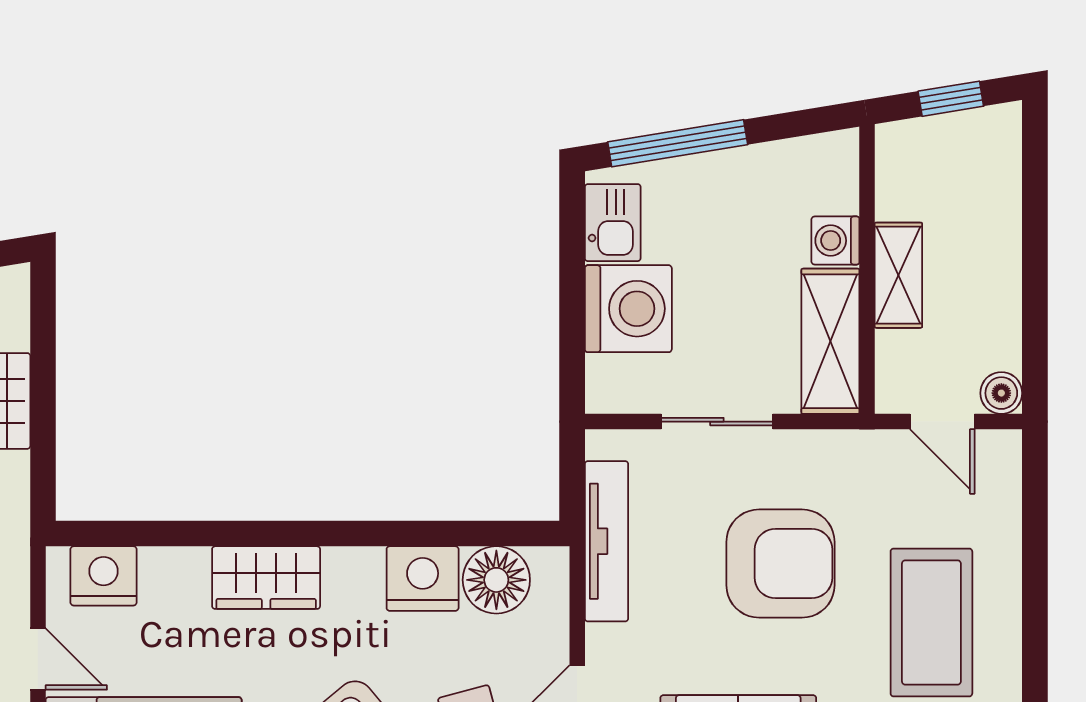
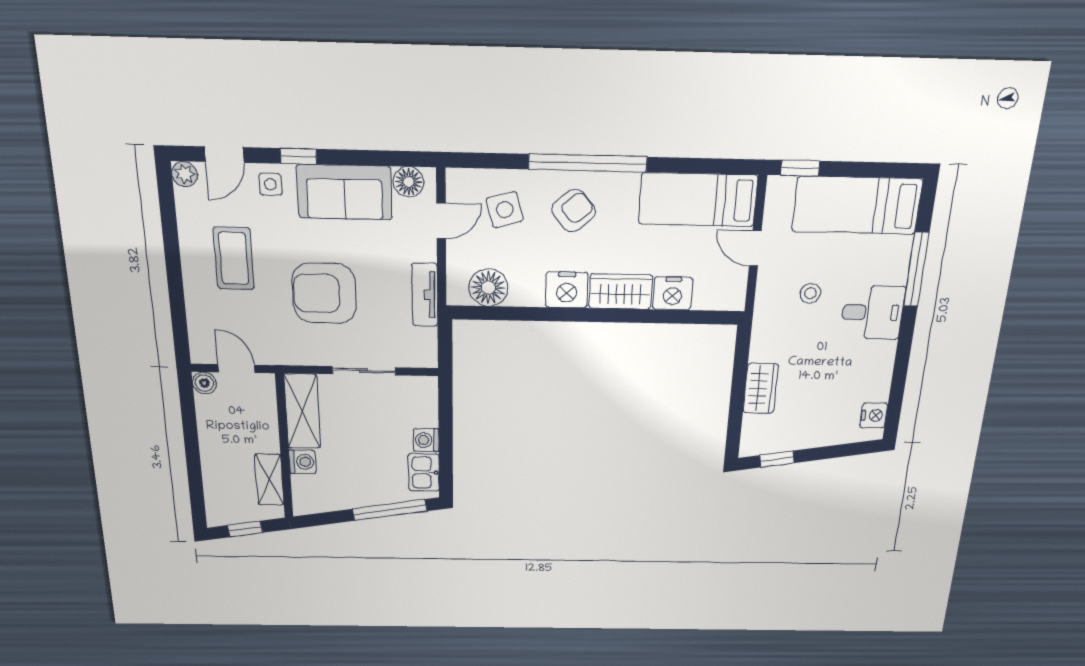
shelving: (898, 275) -> (269, 480), moved
washing machine: (628, 309) -> (426, 440), width x0.53, depth x0.53
tv unit: (606, 541) -> (425, 295), width x0.71
nightstand: (104, 576) -> (673, 293), moved
nightstand: (423, 579) -> (567, 290), moved
coffee table: (931, 622) -> (234, 258), width x0.73, depth x0.76

